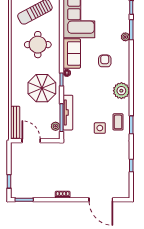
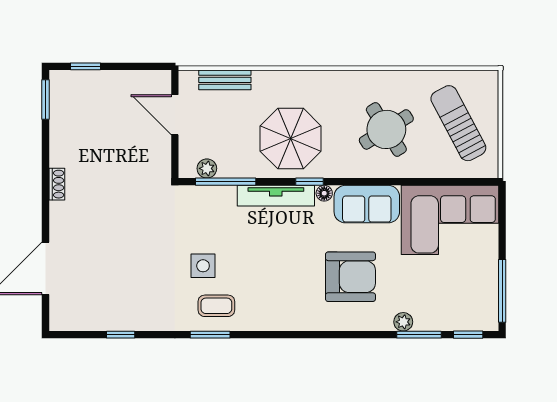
round table: (38, 45) -> (386, 129), turned -32
armchair: (105, 61) -> (350, 277), width x1.88, depth x1.88
plant: (121, 91) -> (285, 313), removed
tv unit: (68, 113) -> (276, 196), moved
bench: (15, 122) -> (225, 80), width x0.73
door: (31, 141) -> (175, 115), swing flipped

